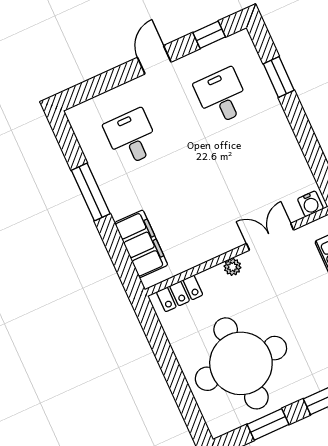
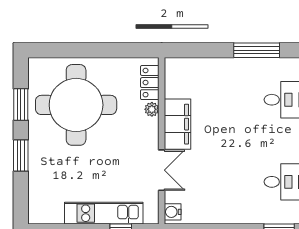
filing cabinet: (141, 244) -> (177, 124), moved, turned -90
plant: (232, 267) -> (152, 109), moved

